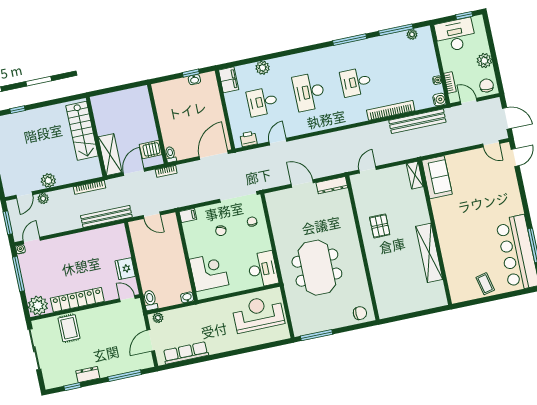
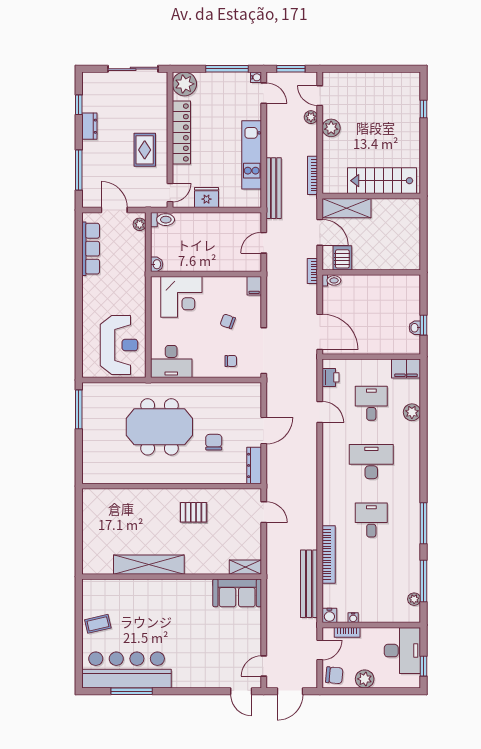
kitchen unit: (83, 240) -> (252, 155), added
chair: (360, 313) -> (214, 442), moved, turned 180
rug: (69, 328) -> (145, 150), moved, turned 90

